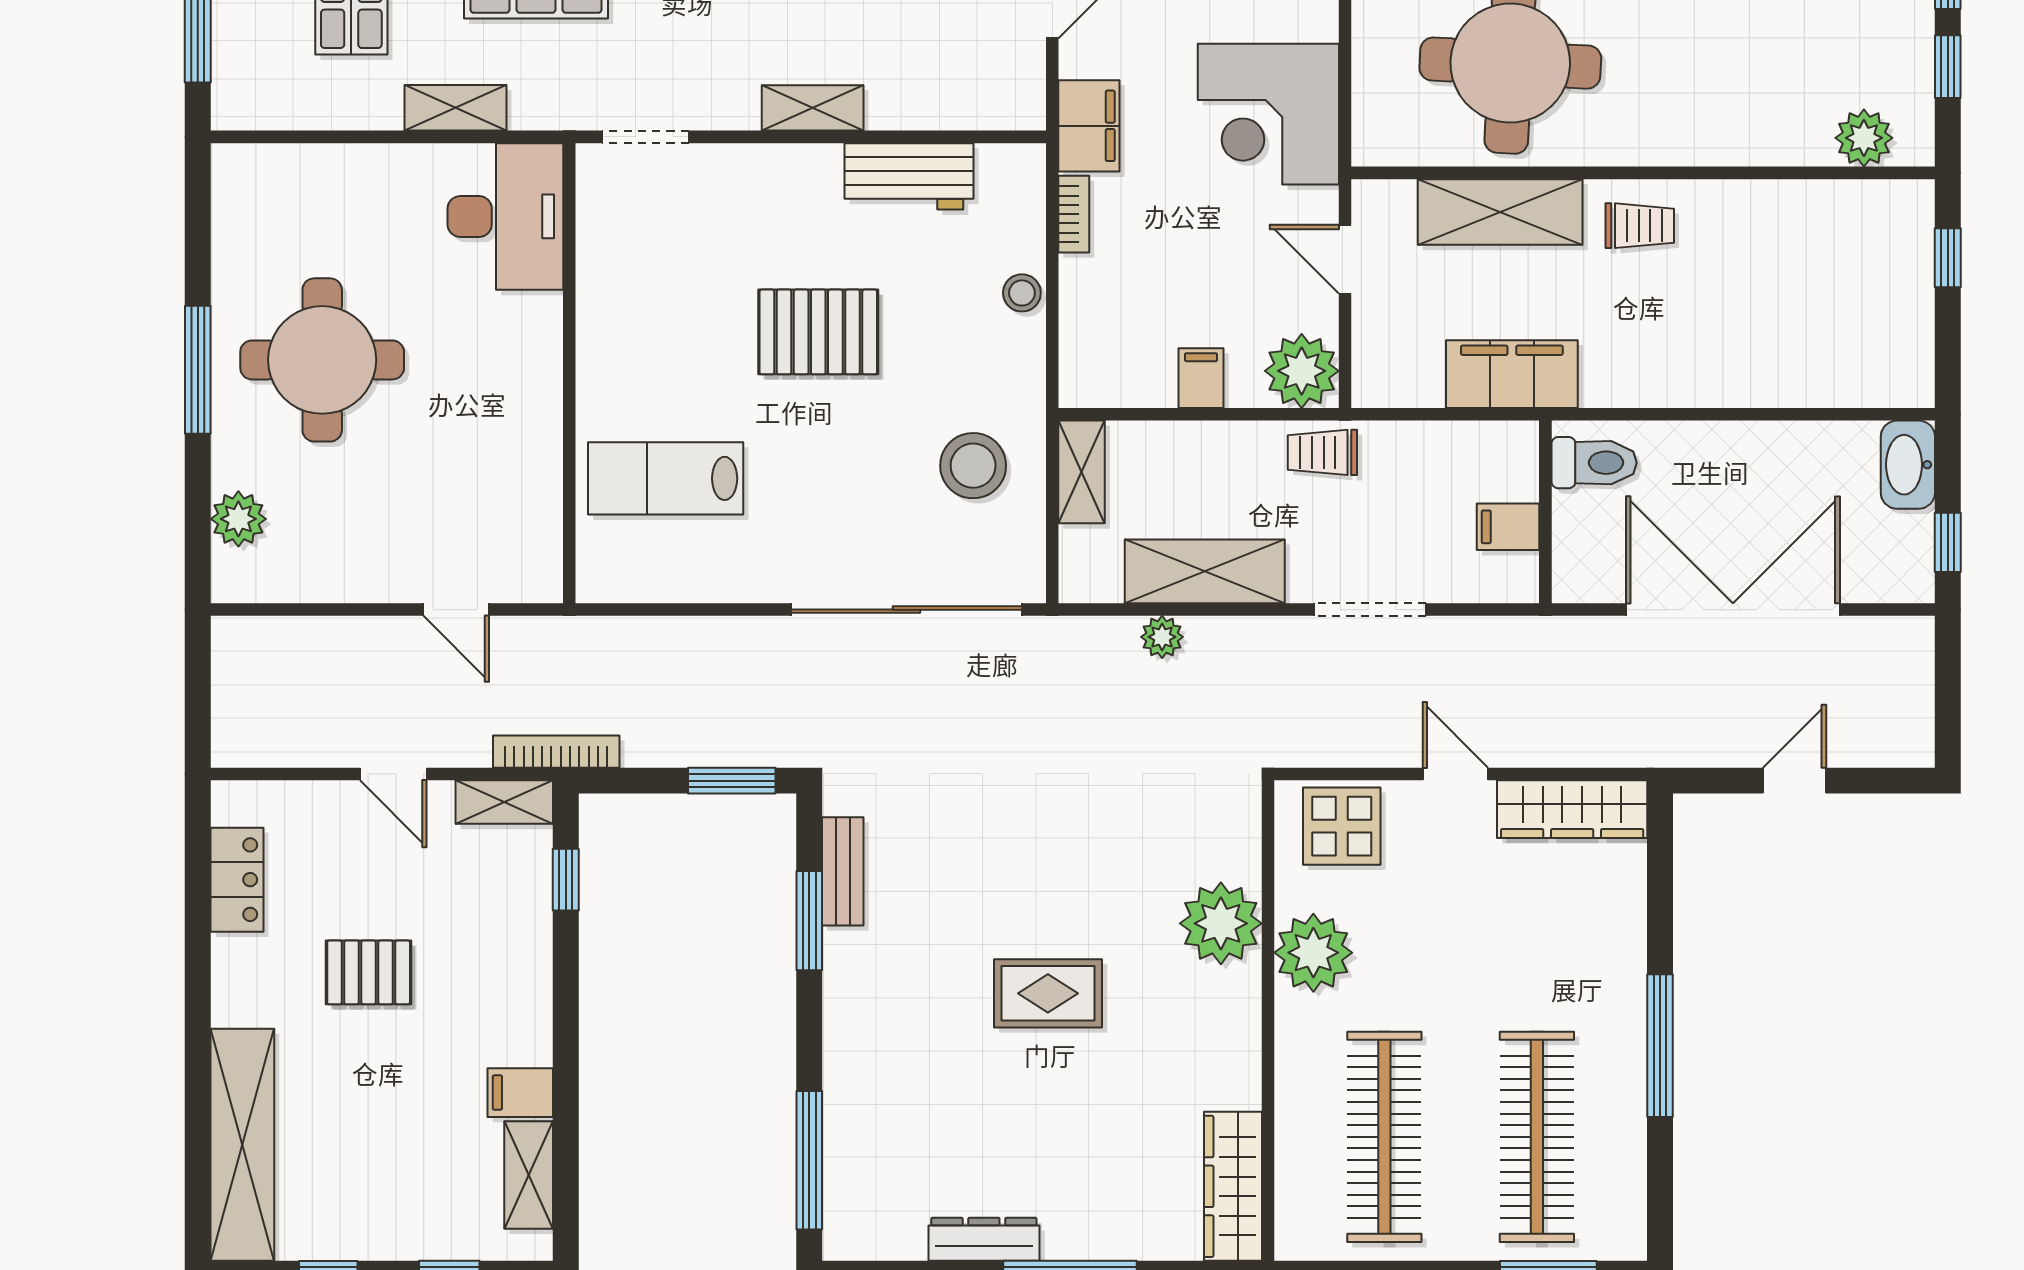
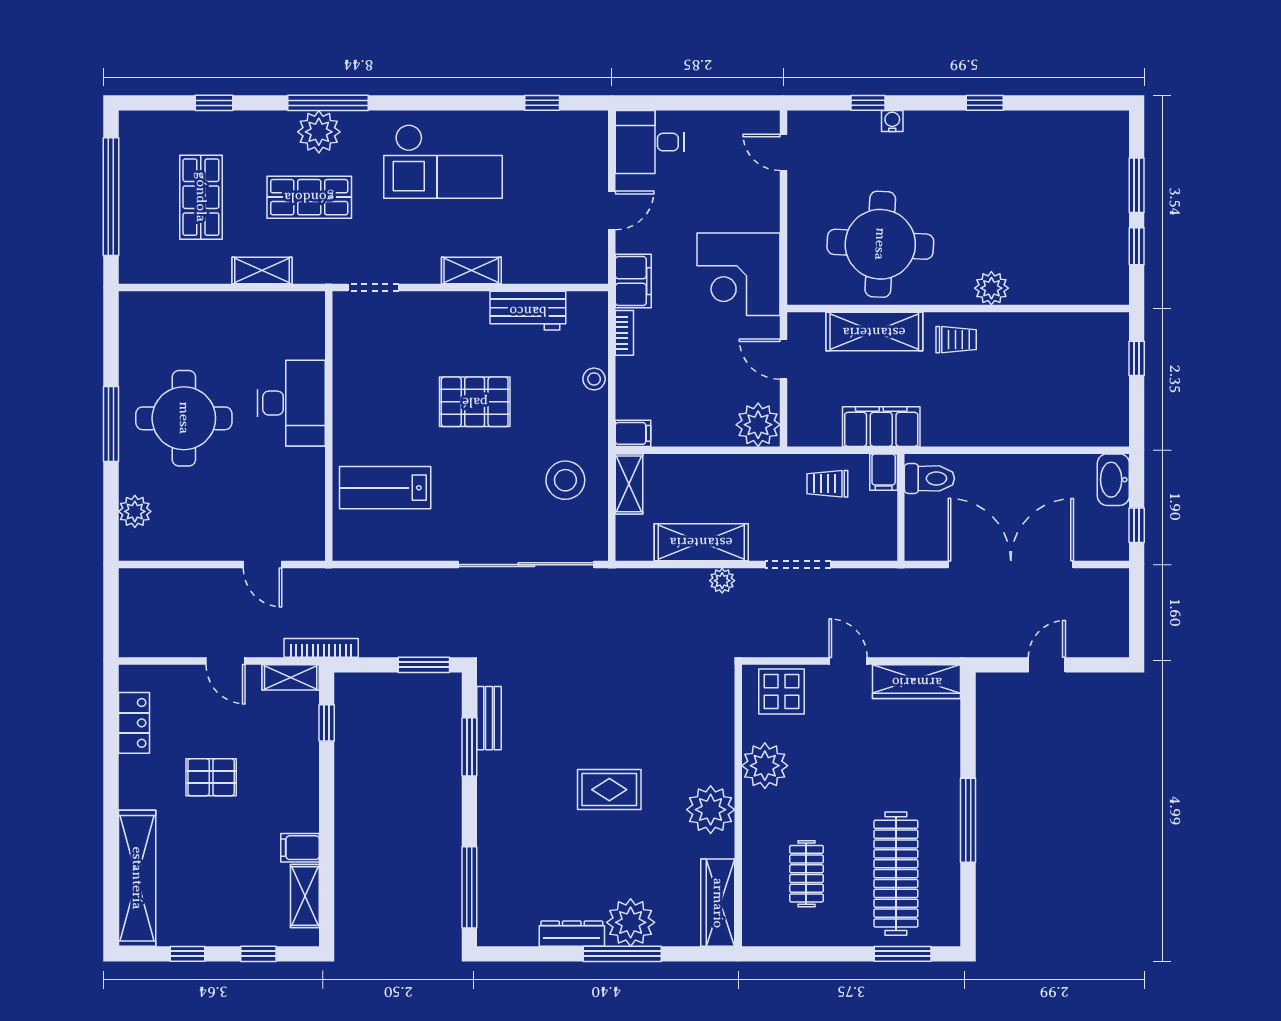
plant: (1864, 138) -> (991, 288), moved
desk: (505, 216) -> (291, 403), moved
filing cabinet: (1201, 378) -> (633, 433), moved, turned 90
trolley: (1322, 452) -> (827, 484), moved
filing cabinet: (1508, 527) -> (884, 472), moved, turned -90
plant: (1162, 637) -> (722, 581), moved
plant: (1221, 923) -> (711, 810), moved
clothes rail: (1384, 1137) -> (806, 874), width x0.54, depth x0.76
plant: (1084, 1220) -> (631, 922), added

